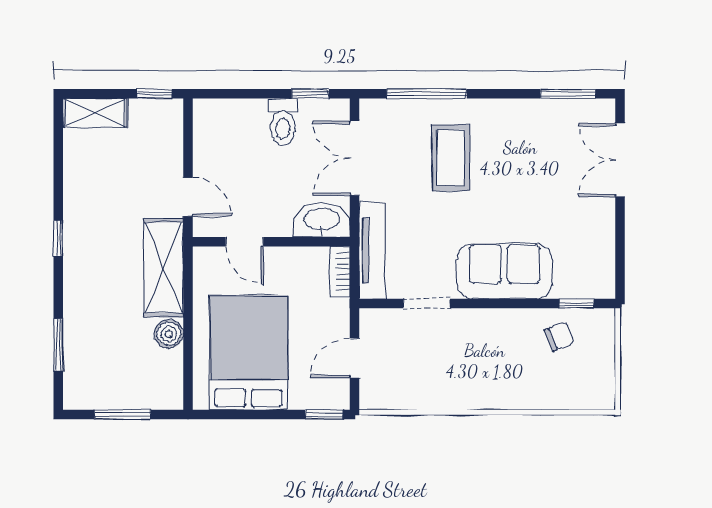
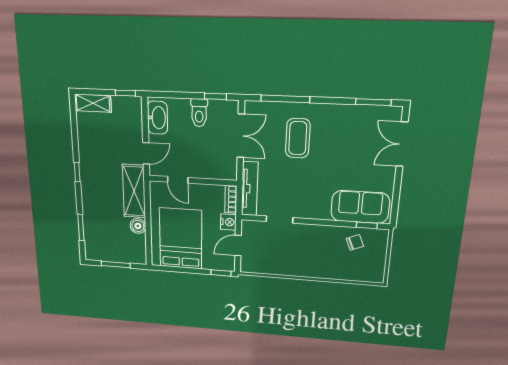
double door: (355, 158) -> (241, 136), swing flipped
door: (188, 197) -> (146, 153), hinge flipped
washbasin: (322, 220) -> (157, 118), moved, turned 90
sofa: (505, 271) -> (360, 207), moved
nightstand: (336, 314) -> (228, 222), added

